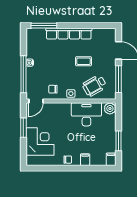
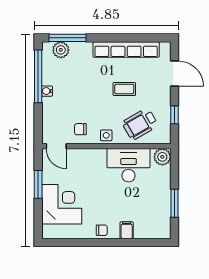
plant: (39, 34) -> (61, 50), added
row of seats: (69, 34) -> (126, 49), moved
window: (23, 74) -> (38, 76), moved
window: (118, 79) -> (175, 115), width x0.46
door: (36, 101) -> (56, 146), hinge flipped
filing cabinet: (111, 159) -> (164, 230), removed

